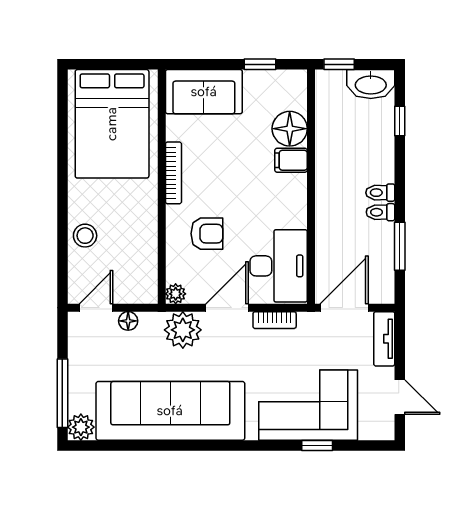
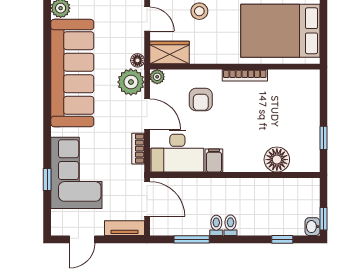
window: (339, 64) -> (323, 219), moved
washbasin: (371, 84) -> (312, 227), width x0.52, depth x0.69
sofa: (204, 92) -> (304, 97), removed
filing cabinet: (291, 160) -> (214, 160), moved
wardrobe: (142, 277) -> (169, 53), added
floor lamp: (128, 321) -> (137, 60), moved

